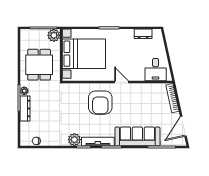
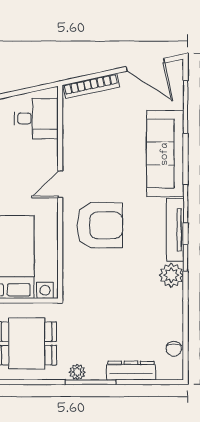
dresser: (25, 108) -> (131, 371), moved

